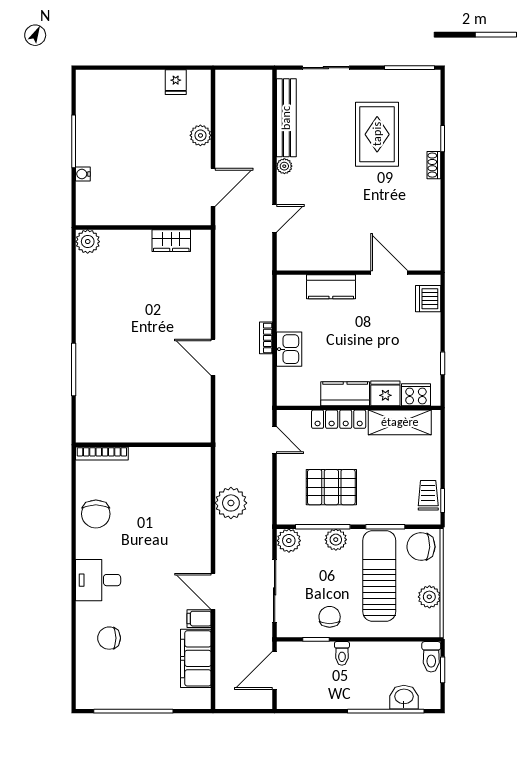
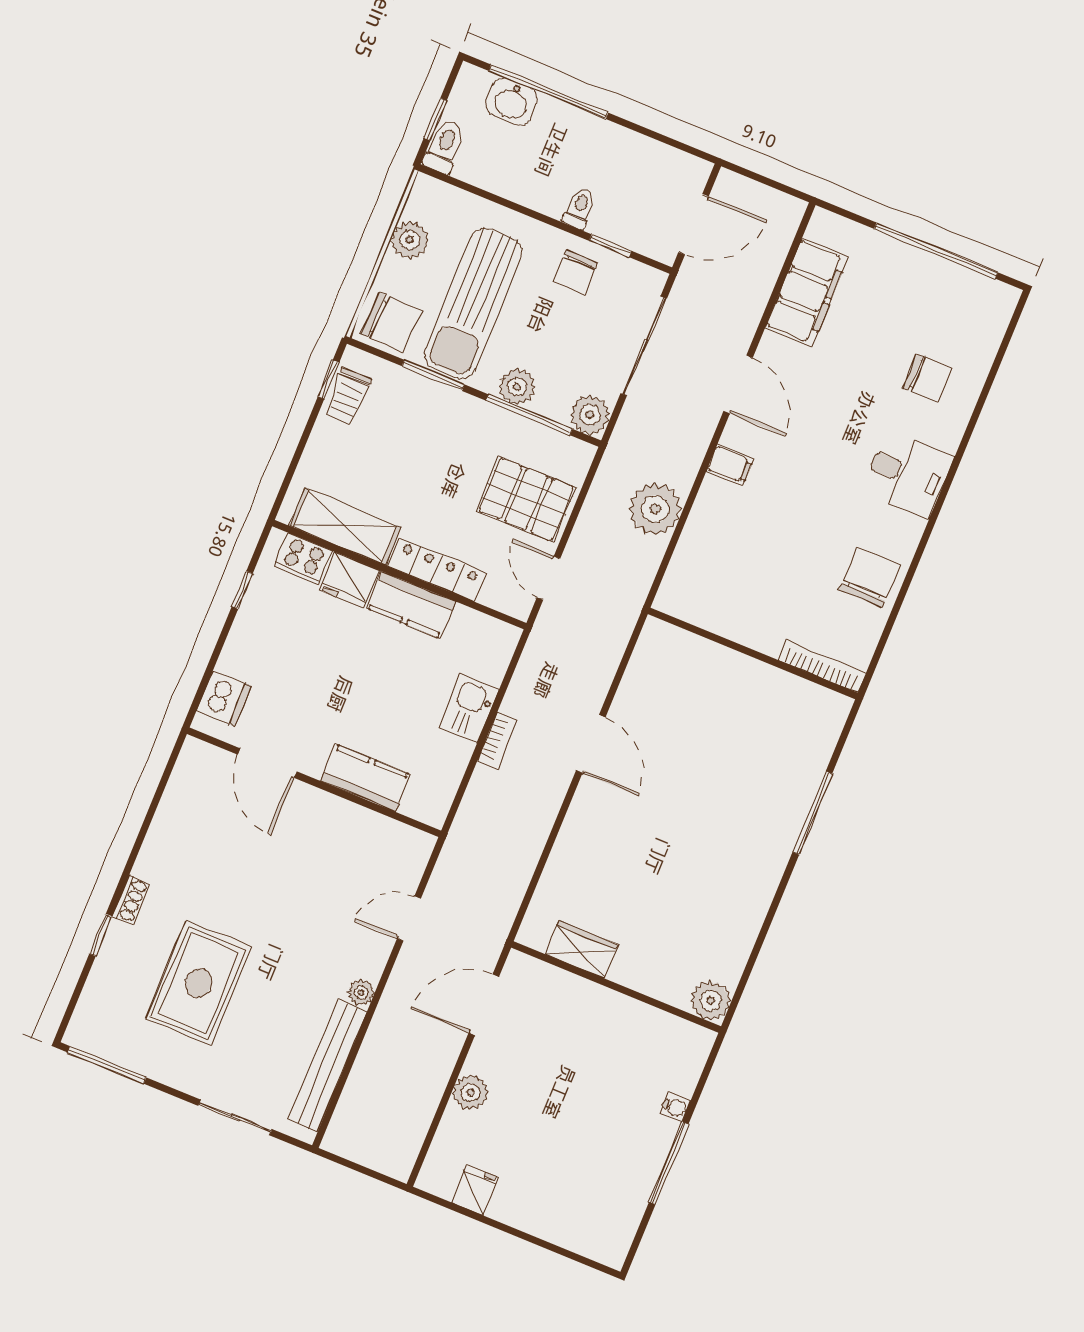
pallet: (331, 487) -> (526, 499), moved
filing cabinet: (199, 619) -> (730, 465), moved

